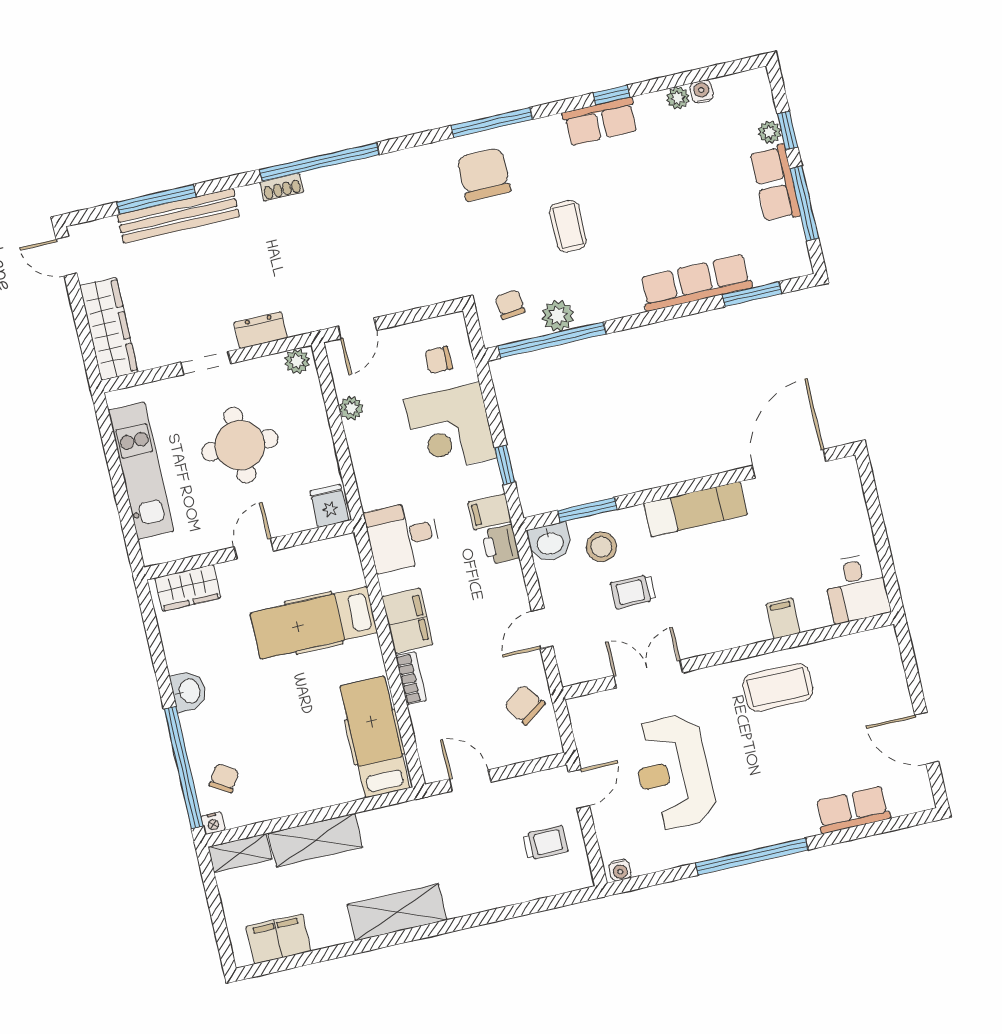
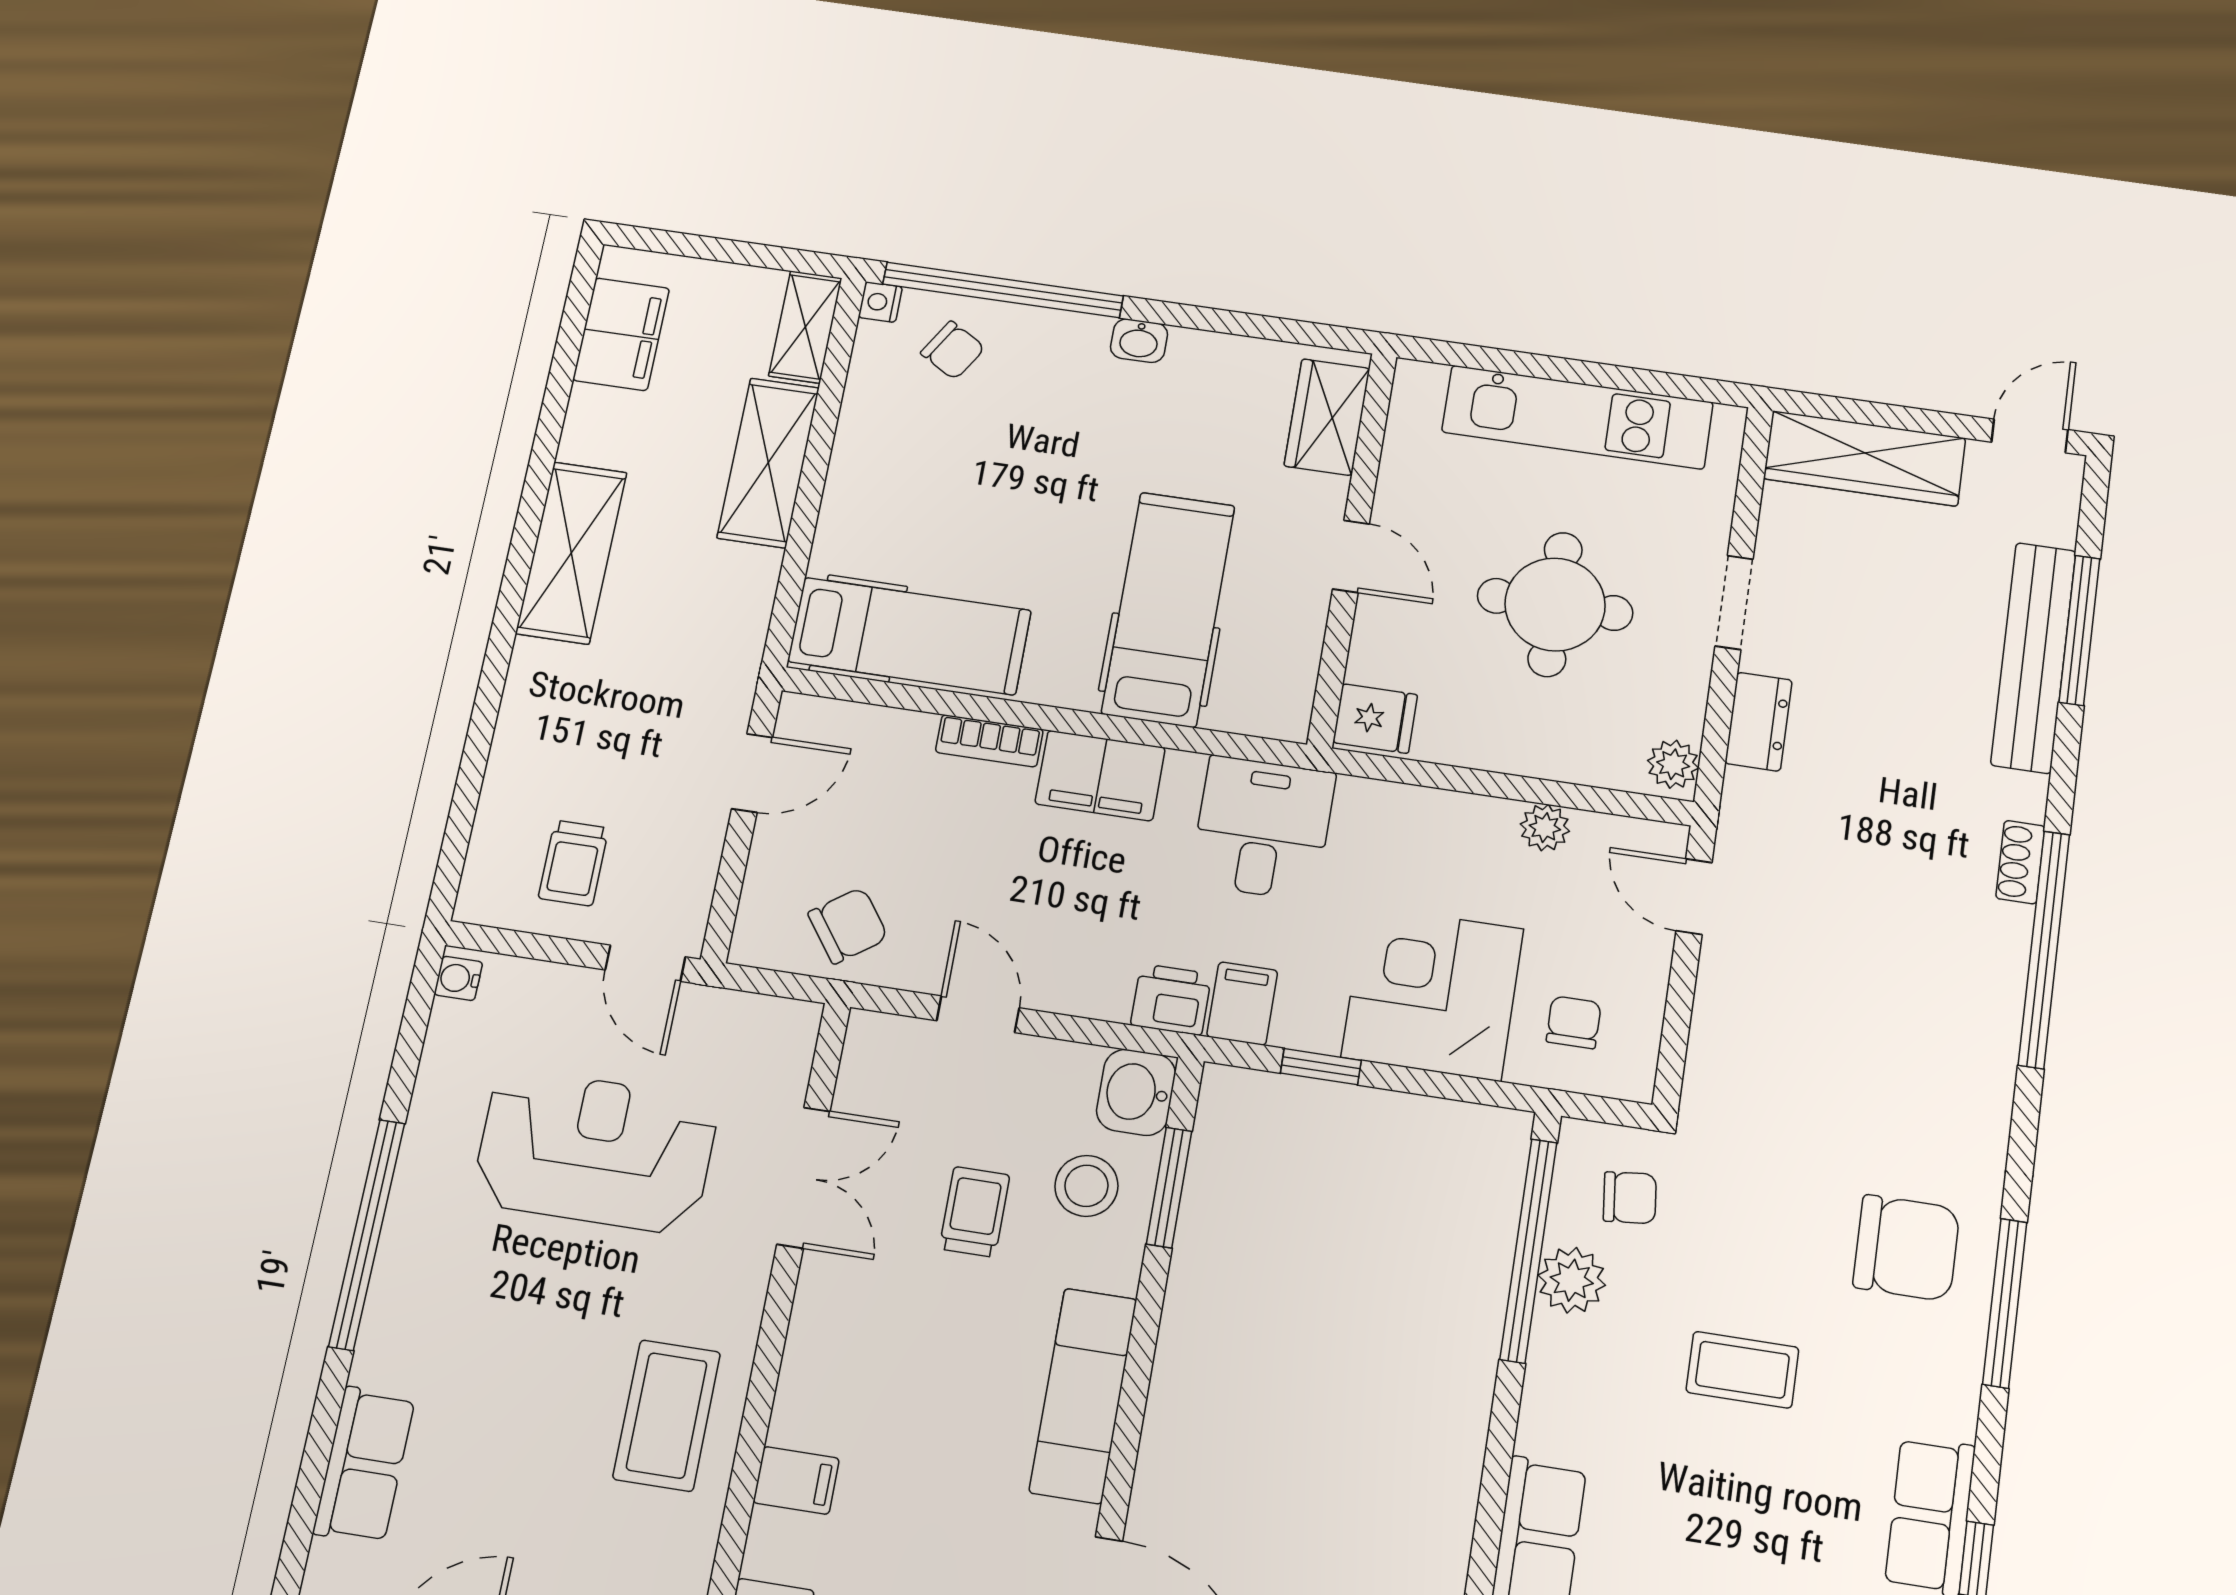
washbasin: (189, 691) -> (1139, 341), width x0.72, depth x0.69

